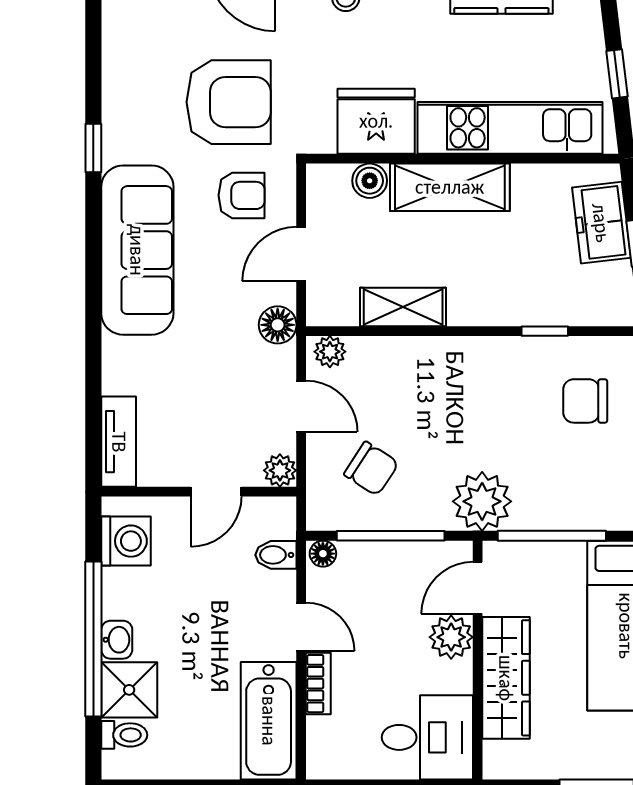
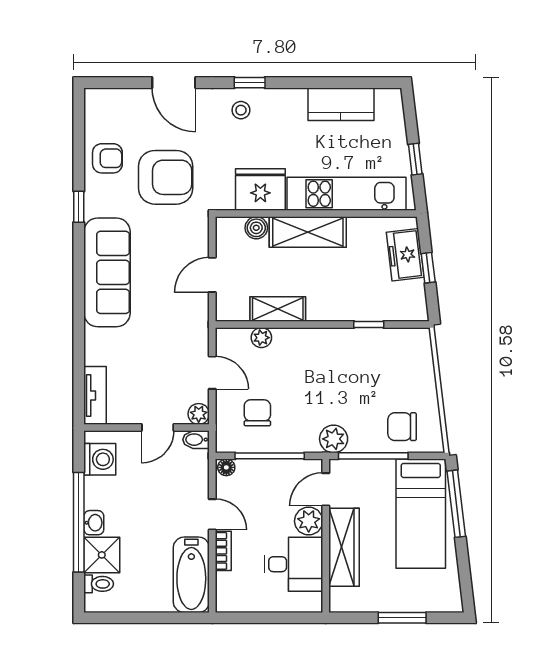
armchair: (242, 195) -> (107, 158), moved
floor lamp: (278, 325) -> (197, 320), removed
plant: (330, 352) -> (261, 338), moved
chair: (585, 401) -> (402, 427), moved
chair: (371, 469) -> (257, 413), turned -123
plant: (482, 501) -> (334, 439), width x0.73, depth x0.73
bidet: (276, 555) -> (196, 440), moved
desk: (427, 737) -> (293, 564), moved

